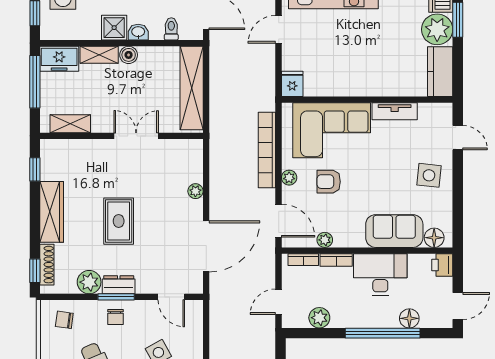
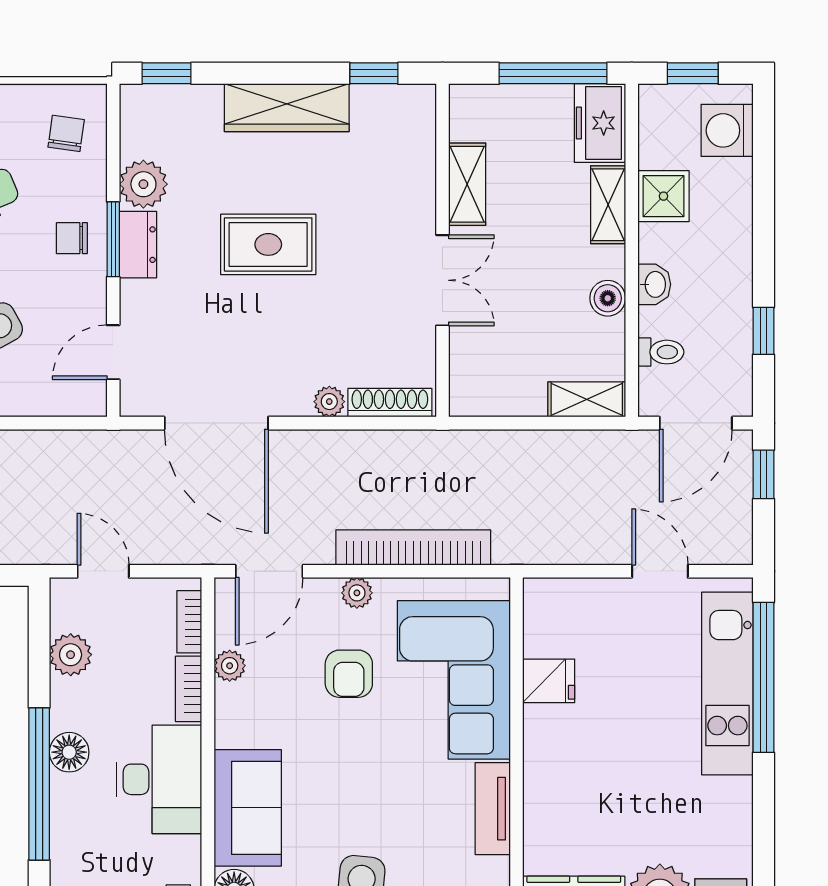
shower: (114, 28) -> (664, 196), moved
boiler: (129, 55) -> (608, 298), moved
fridge: (292, 84) -> (549, 681), moved
shelving: (192, 88) -> (587, 399), width x0.45, depth x0.75
shelving: (70, 124) -> (467, 184), moved
armchair: (329, 182) -> (349, 674), turned 180
shoe rack: (47, 265) -> (390, 403), moved, turned 180
floor lamp: (409, 318) -> (69, 752), moved

